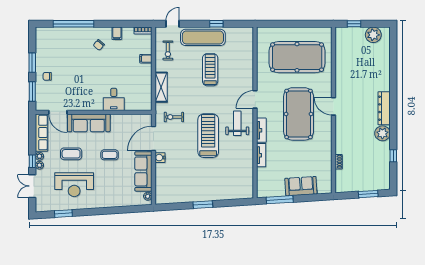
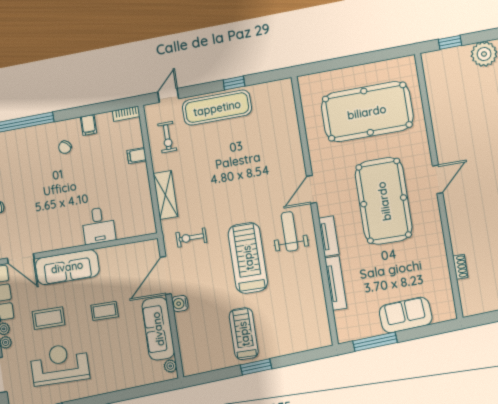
treadmill: (210, 70) -> (244, 334), moved
door: (333, 106) -> (438, 179), swing flipped
tv unit: (261, 155) -> (336, 283), width x1.41
reception desk: (74, 185) -> (60, 364), turned 180

